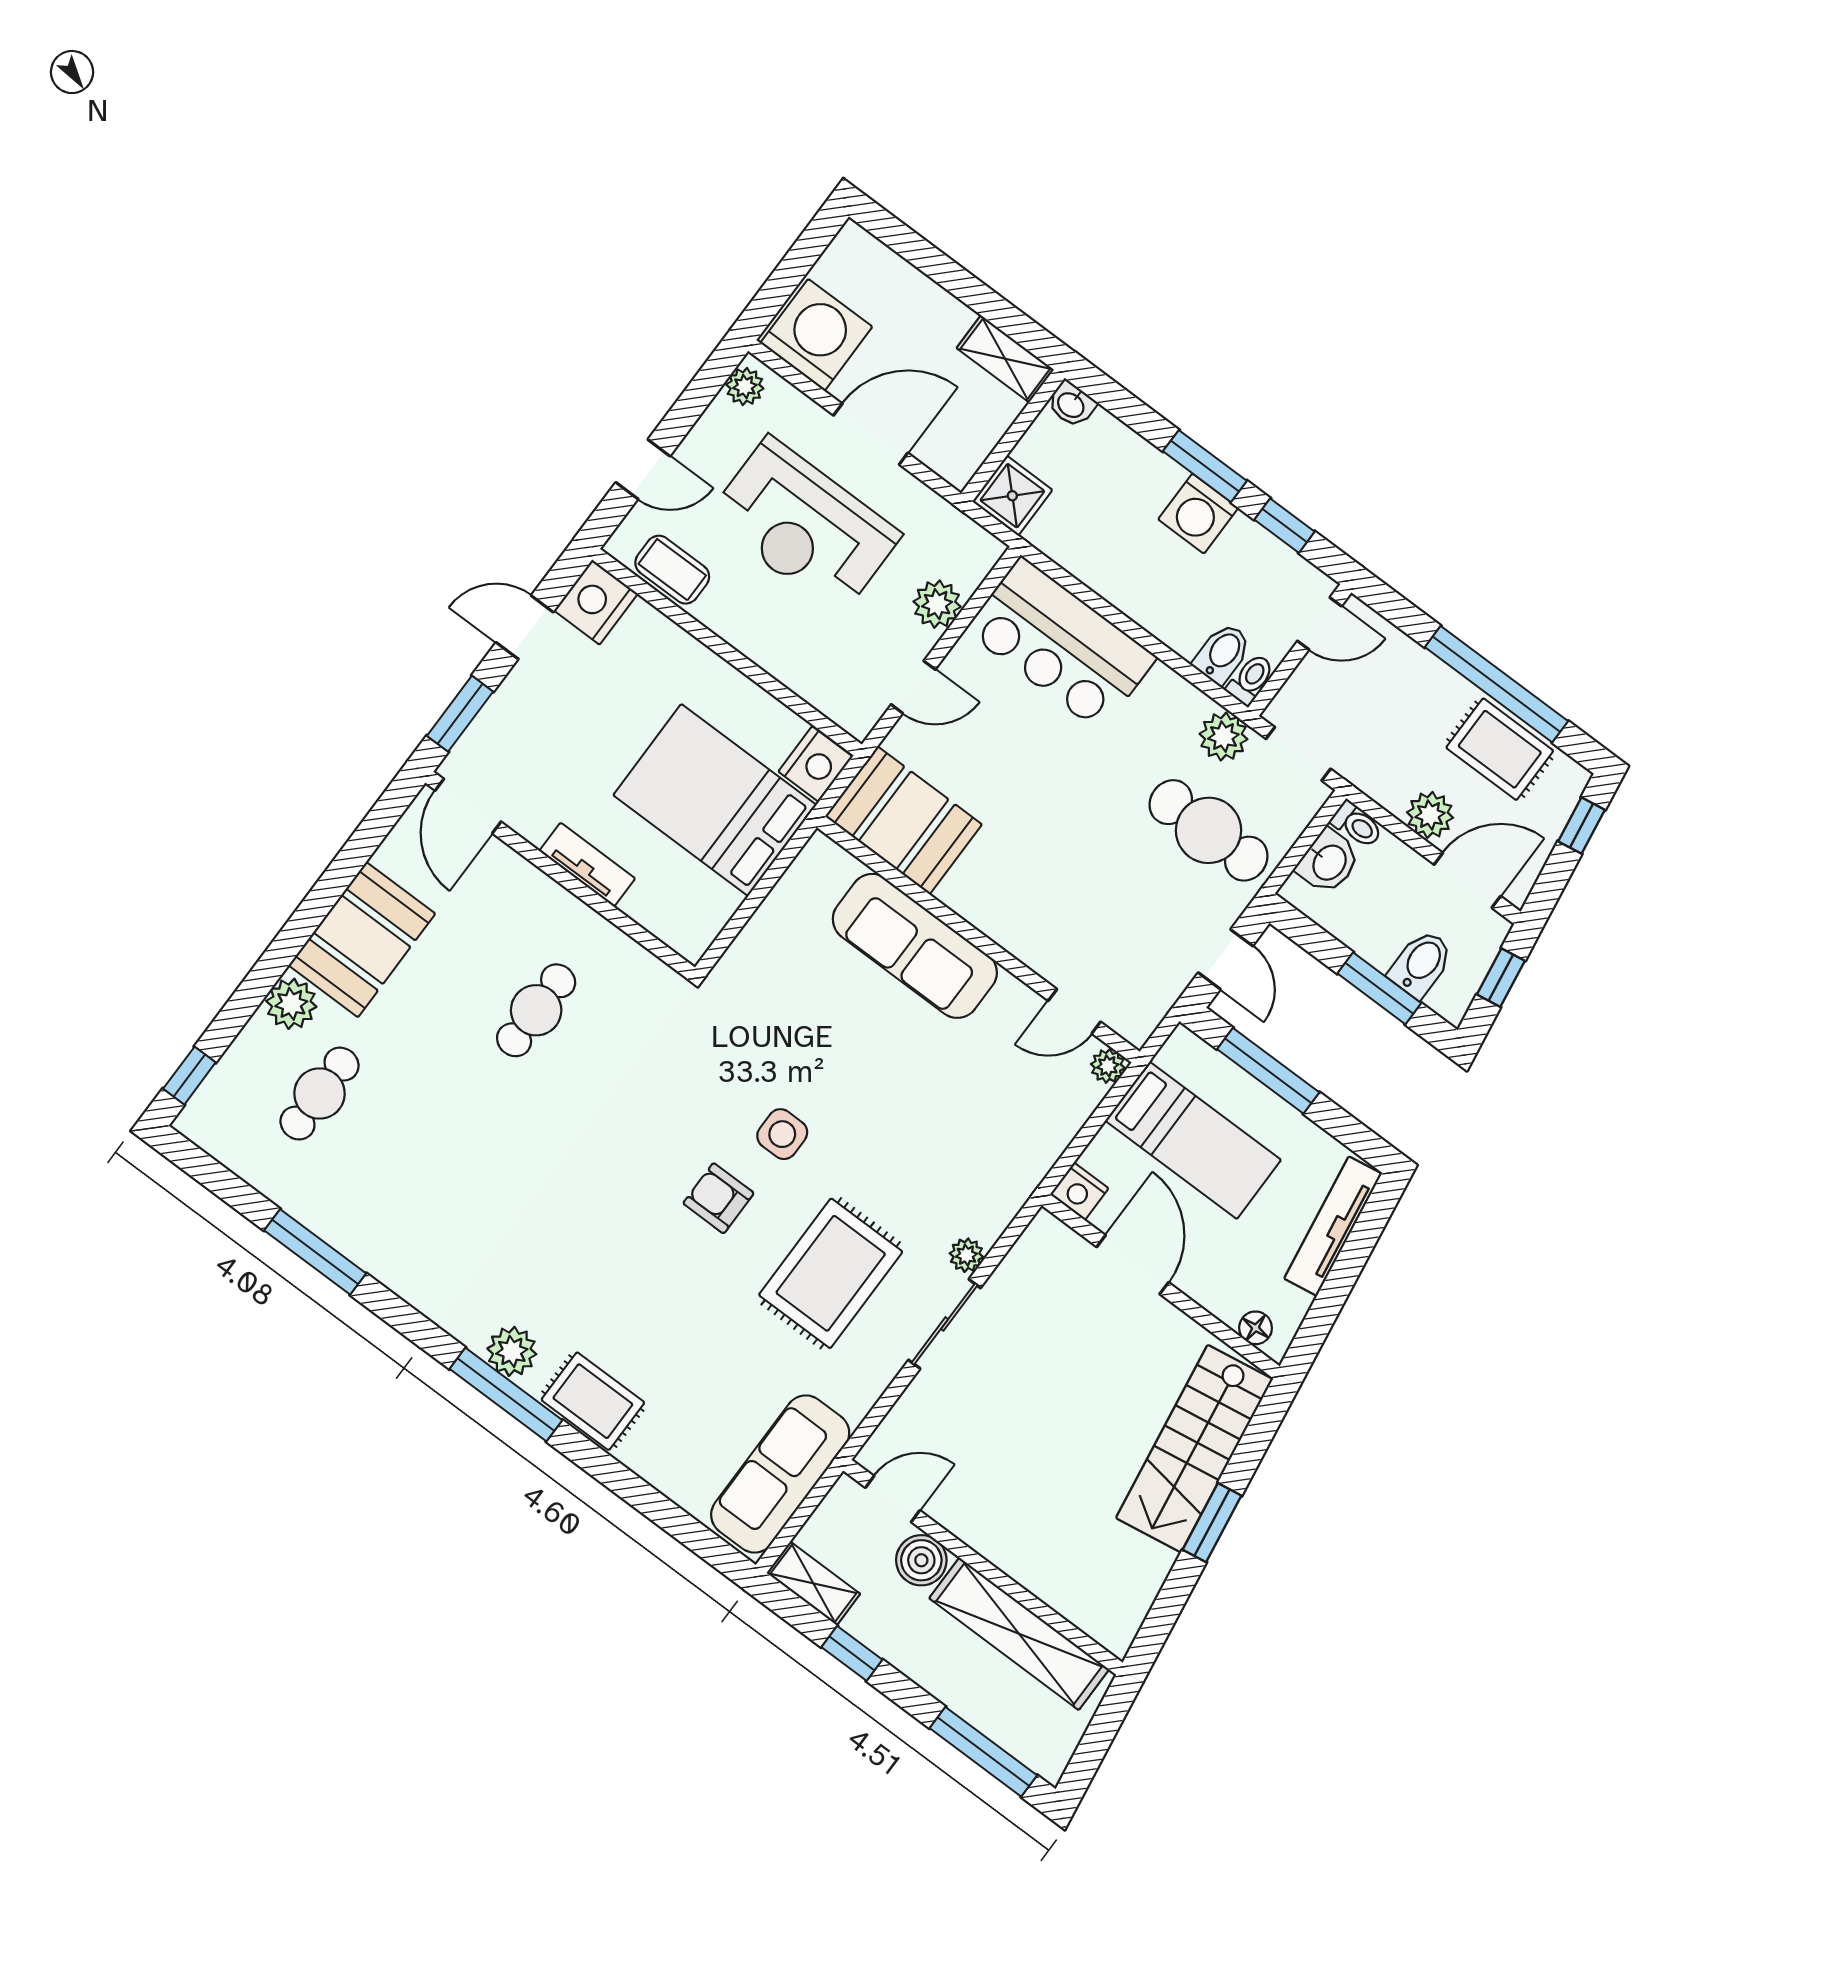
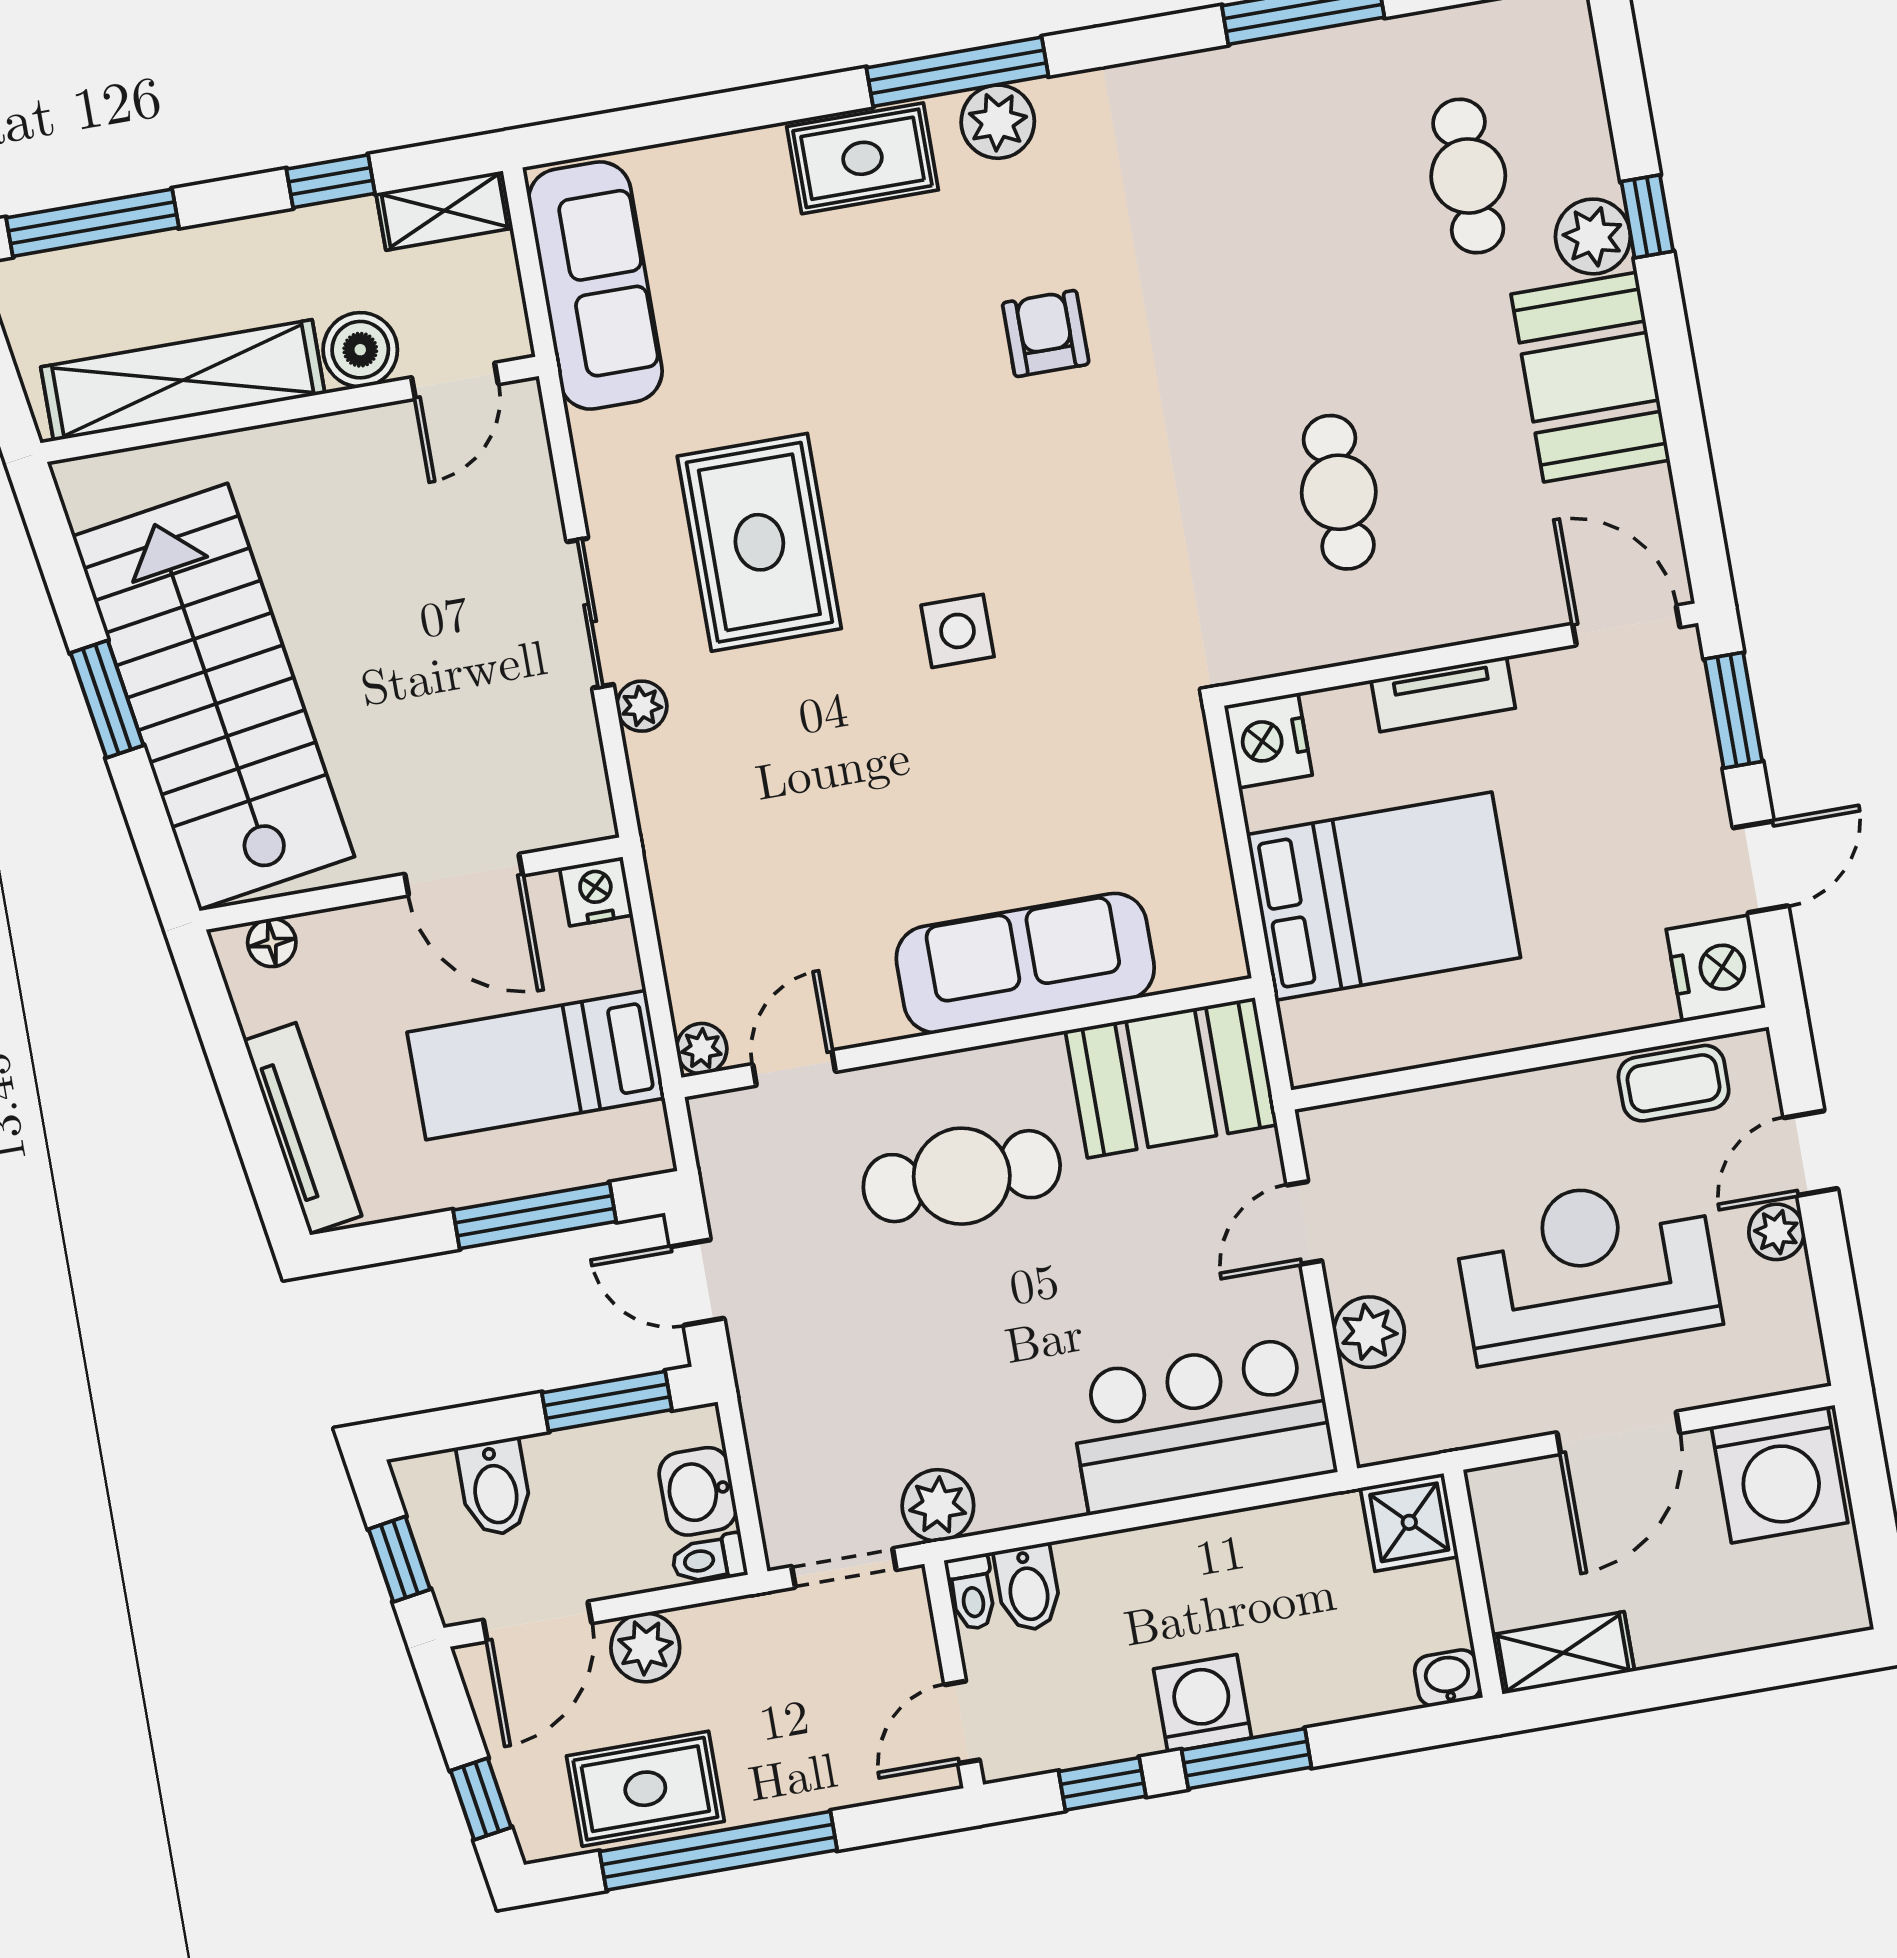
plant: (745, 387) -> (1777, 1232), moved
nightstand: (815, 764) -> (1268, 740), moved
cafe table: (1209, 830) -> (962, 1176), moved
window: (1379, 988) -> (607, 1401), moved
window: (189, 1076) -> (1647, 216), moved
armchair: (719, 1198) -> (1046, 333), moved, turned -90
stairs: (1194, 1449) -> (213, 696), width x1.36, depth x1.51

